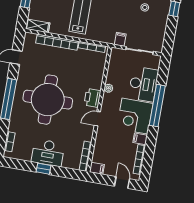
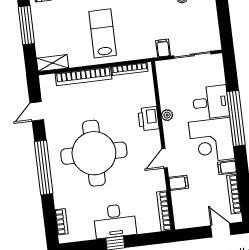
desk: (143, 84) -> (211, 102), width x0.73
printer: (92, 98) -> (148, 119), moved
filing cabinet: (97, 168) -> (179, 183), moved

